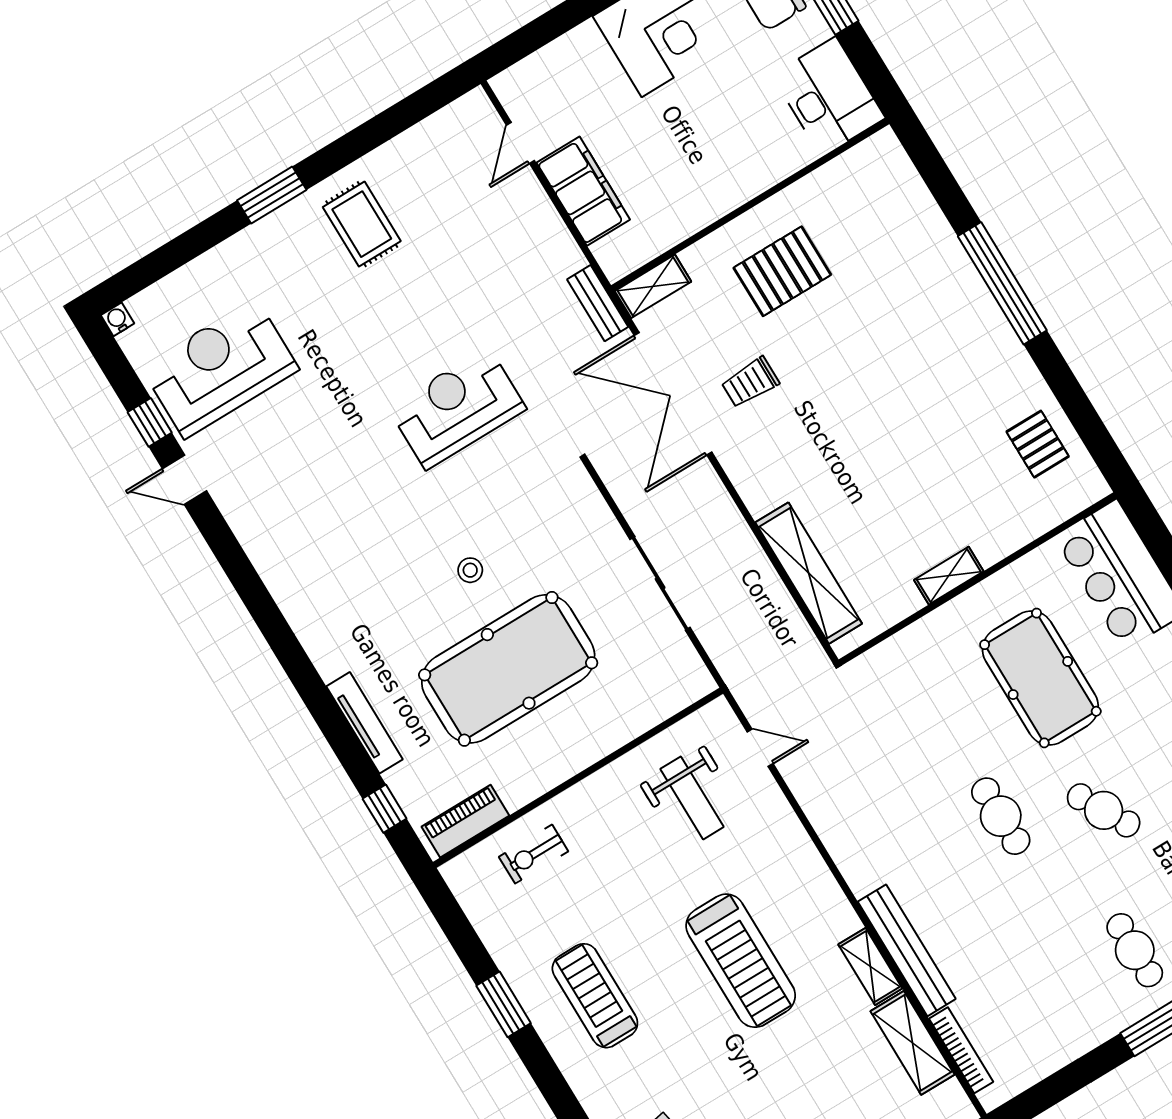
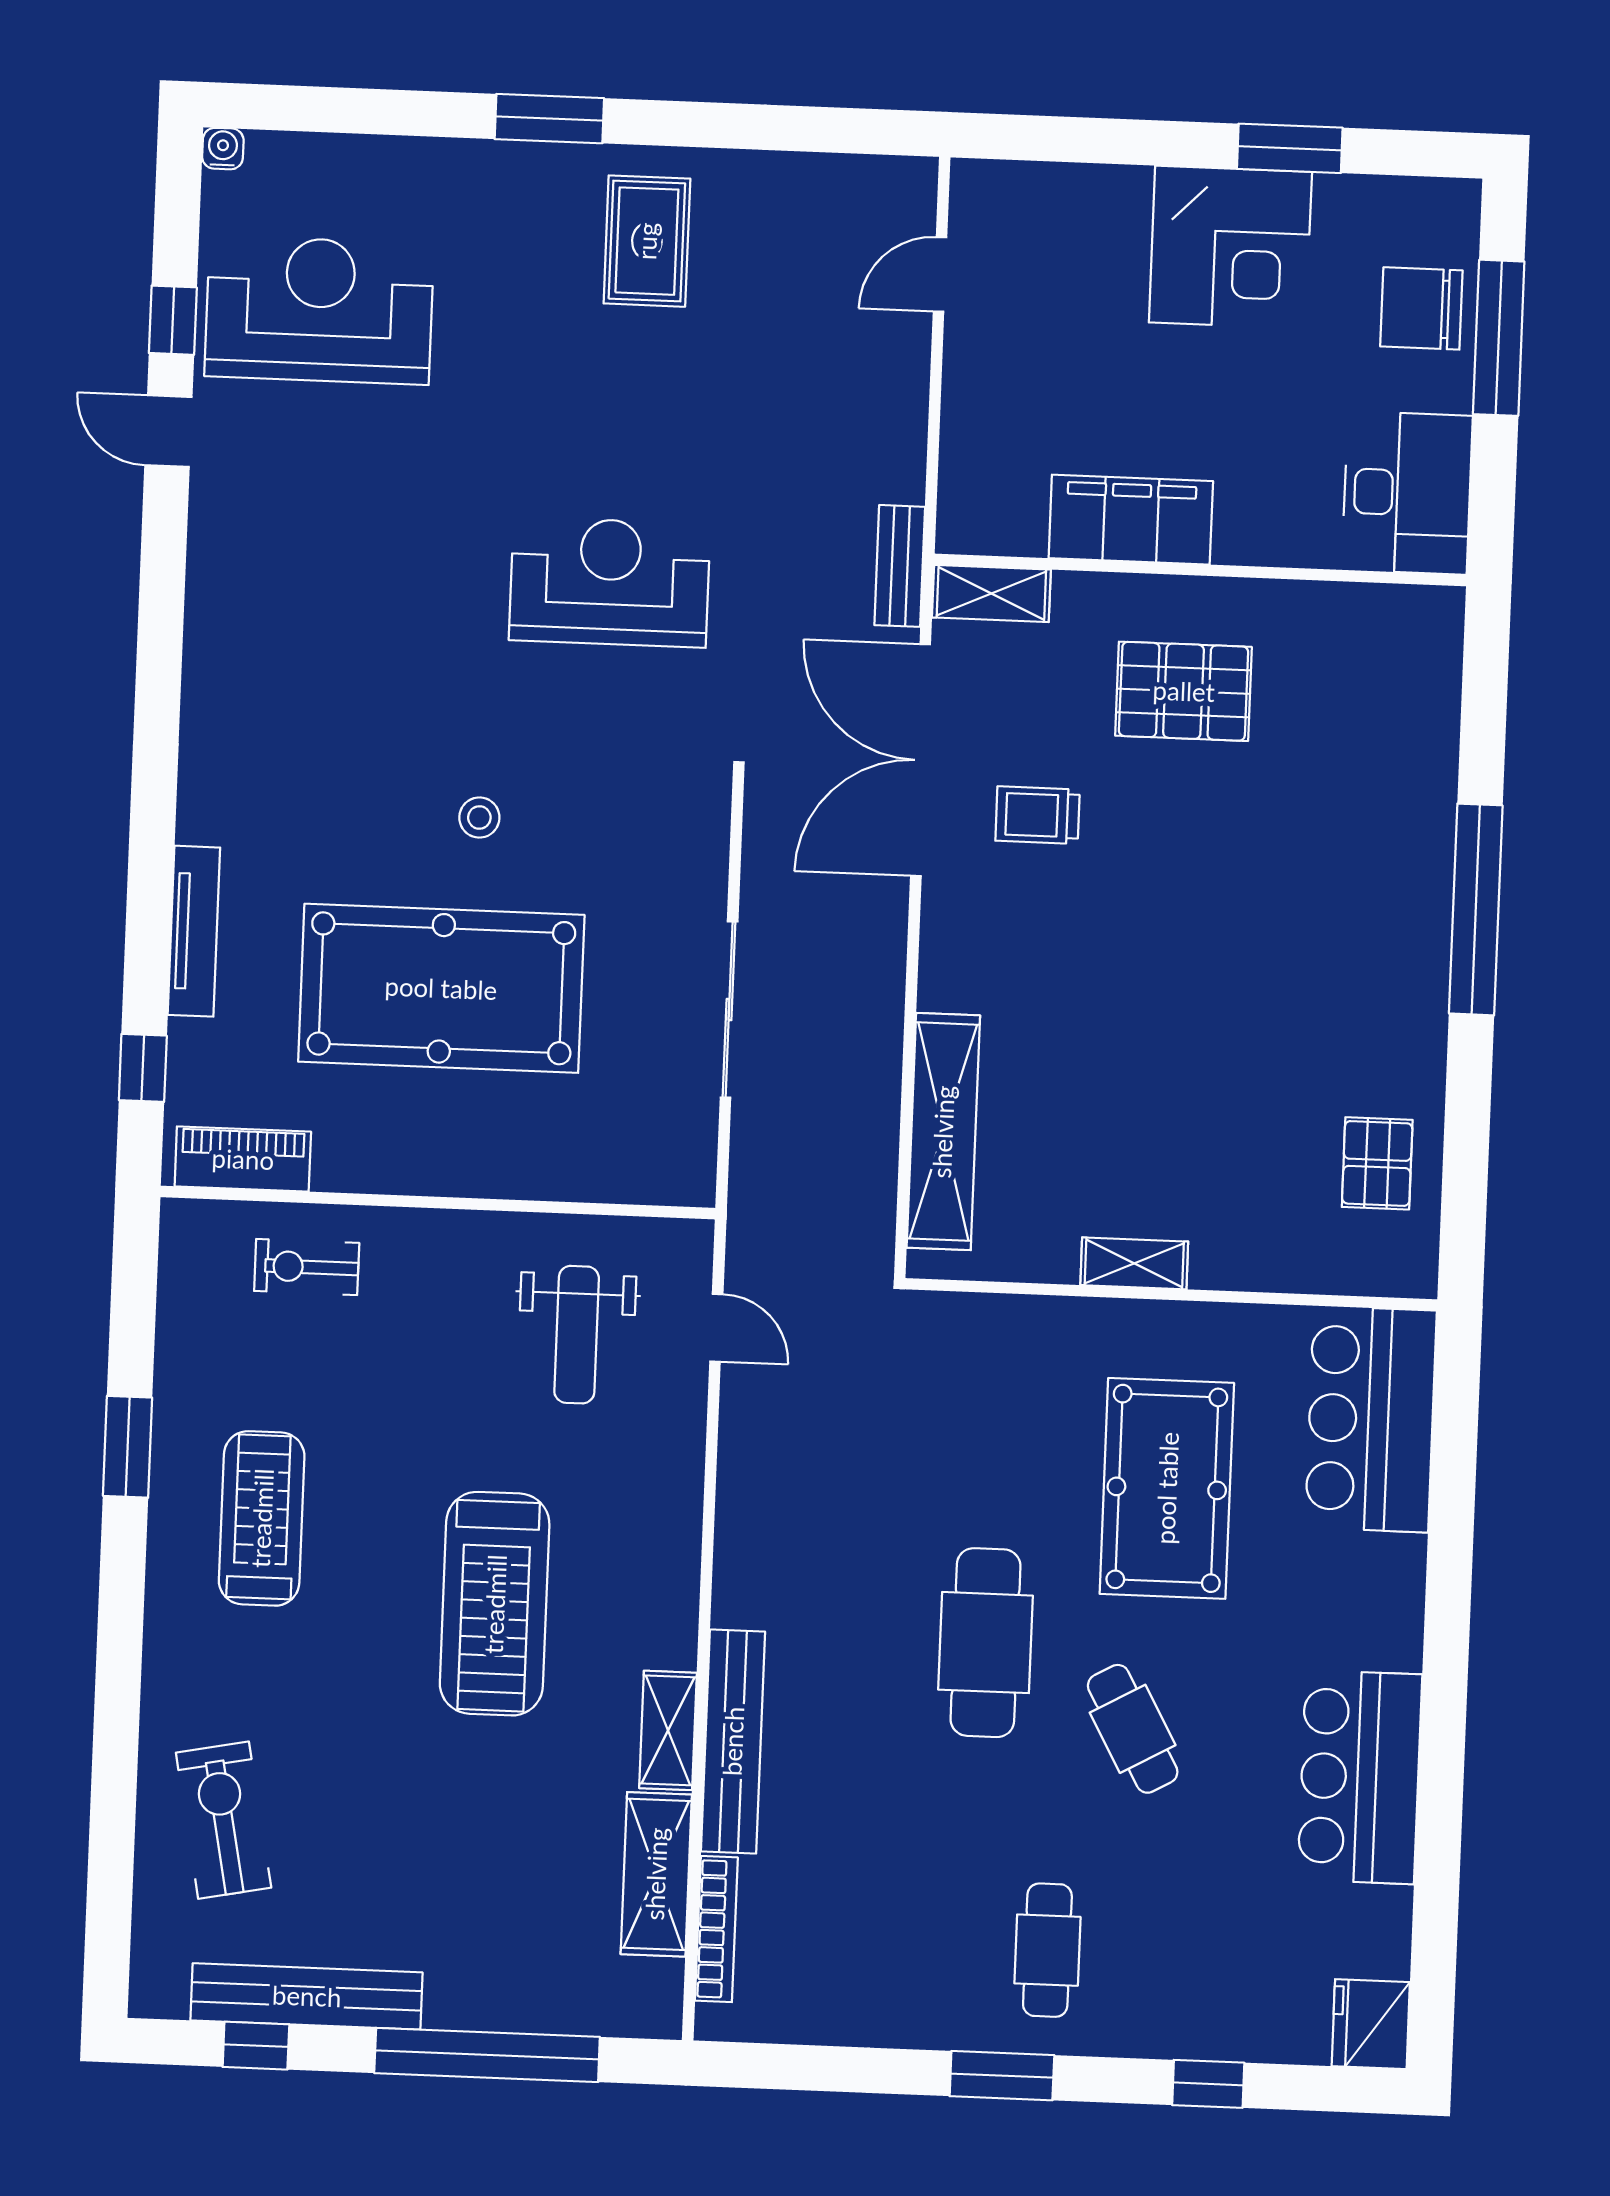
filing cabinet: (583, 191) -> (1131, 520), moved, turned -90
cafe table: (1001, 816) -> (986, 1643), width x1.37, depth x1.35

